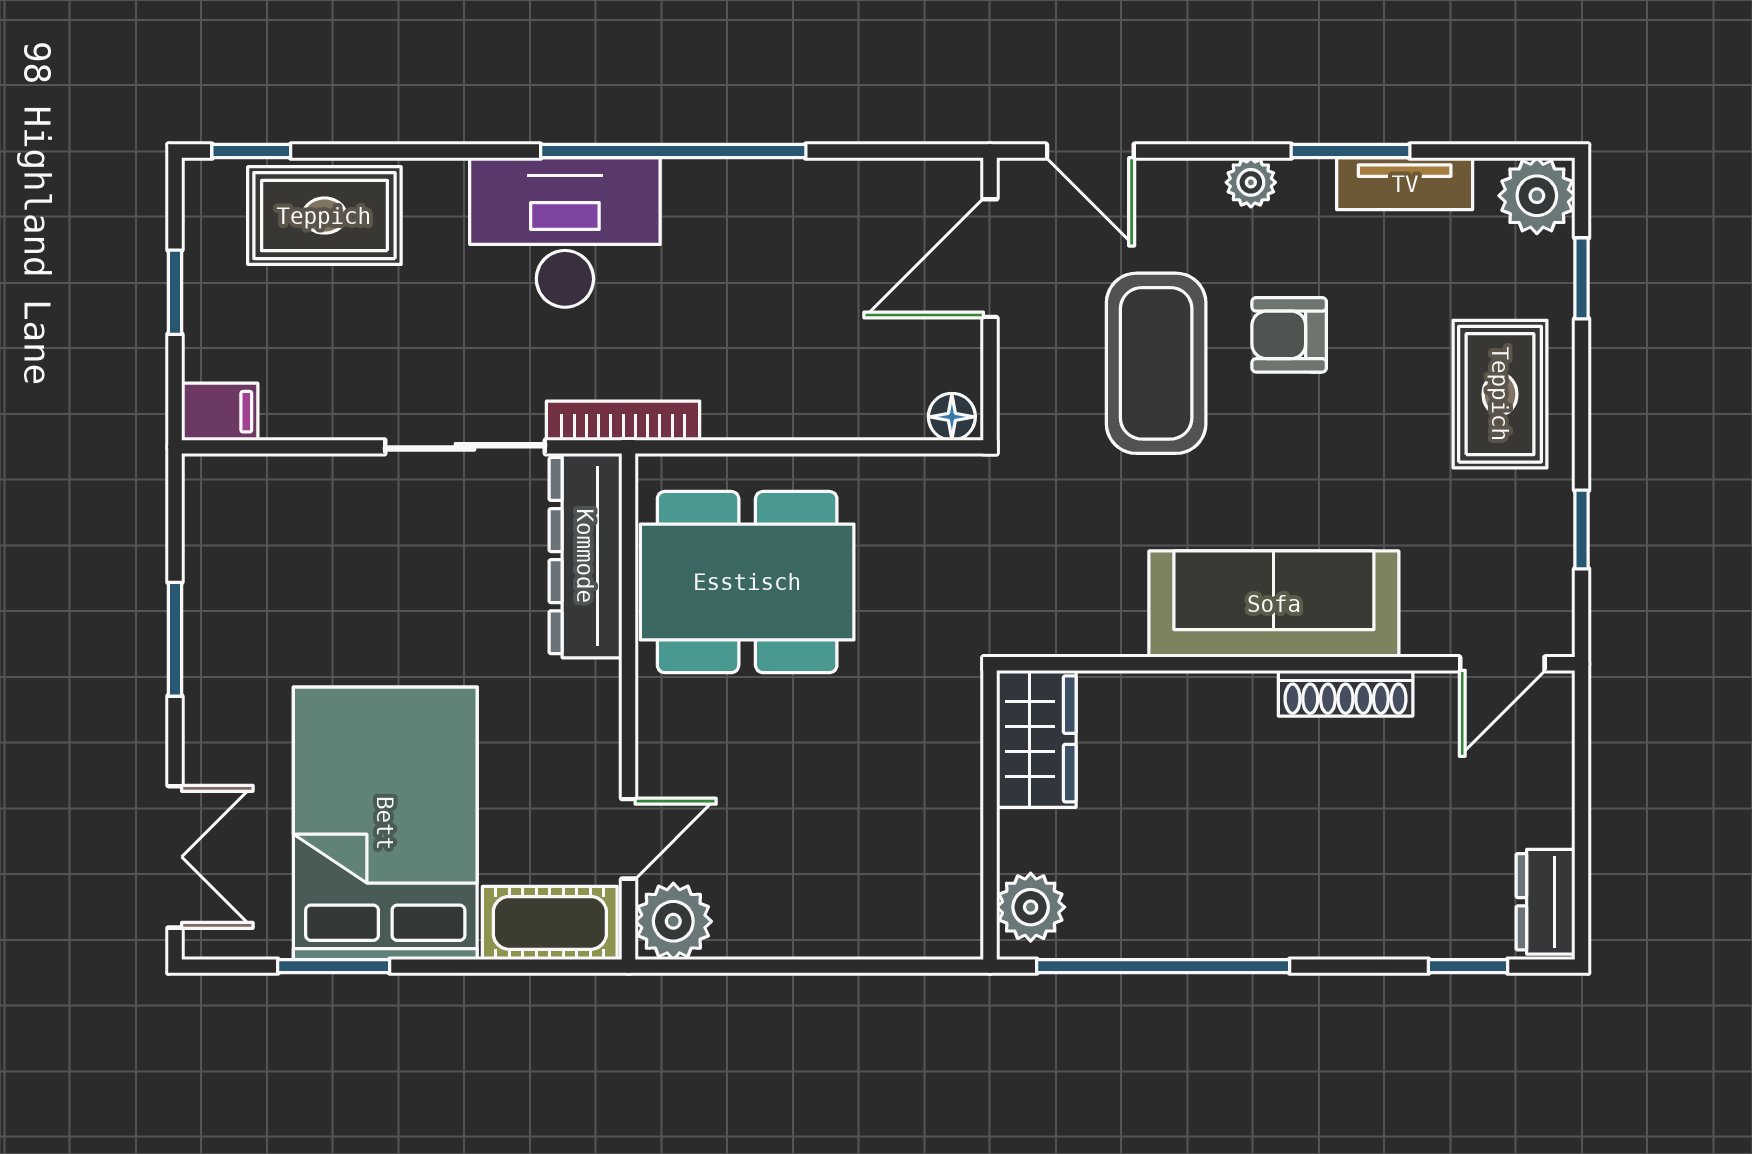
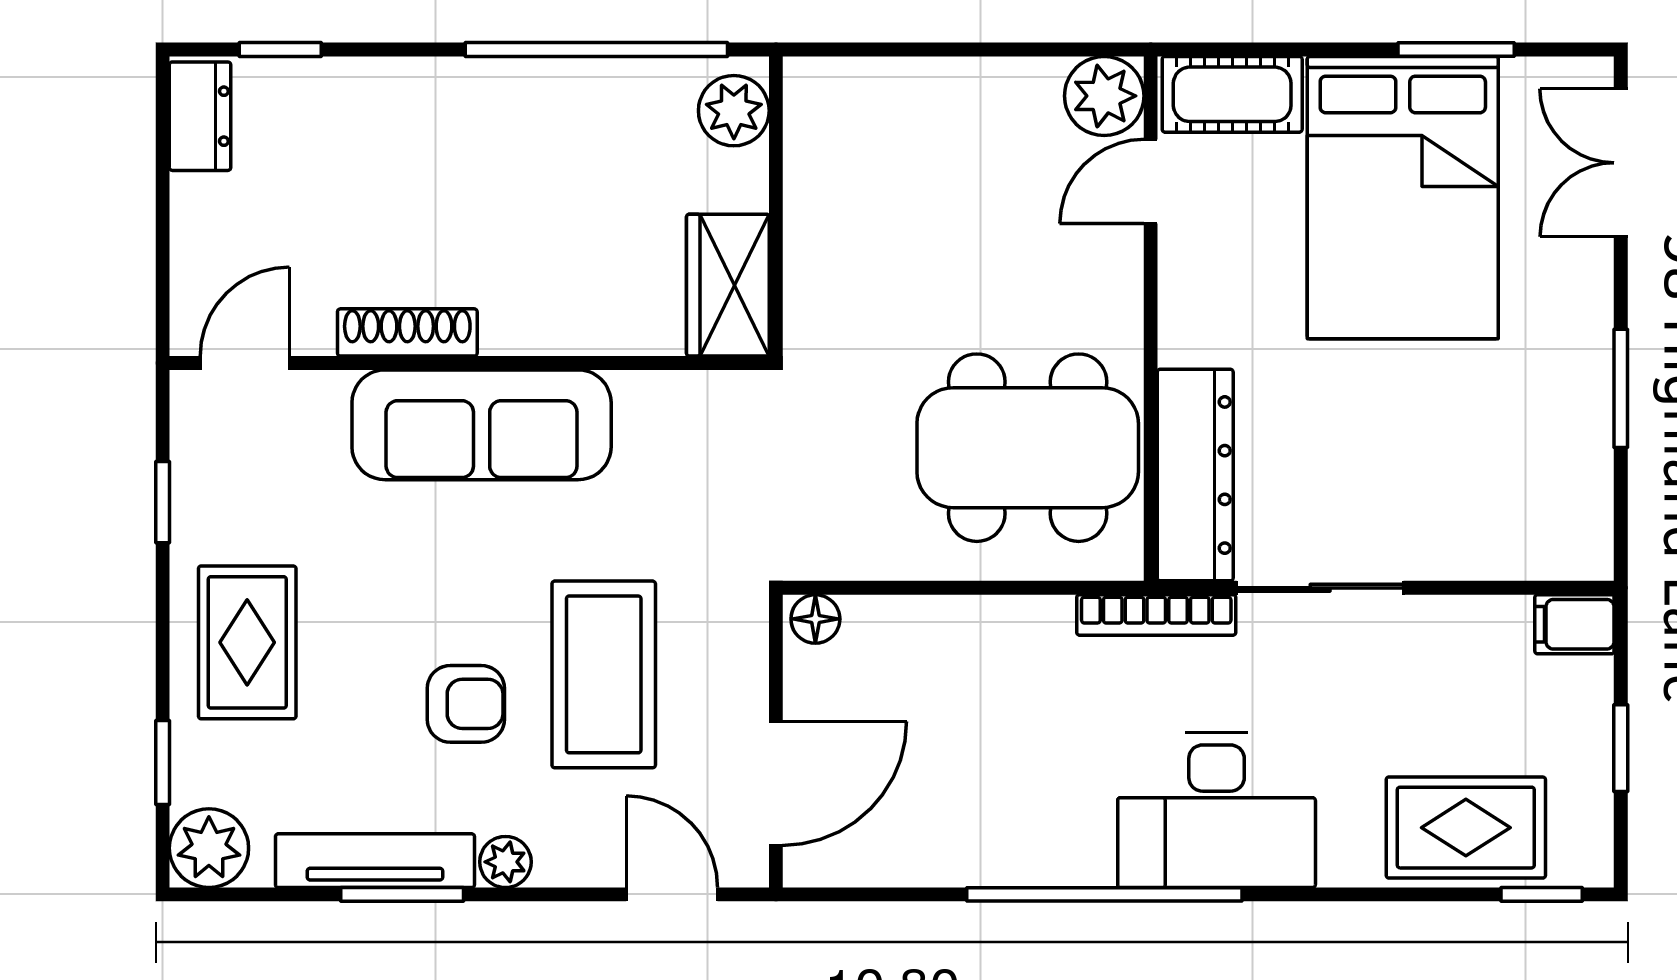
tv unit: (1405, 184) -> (375, 861), width x1.41

